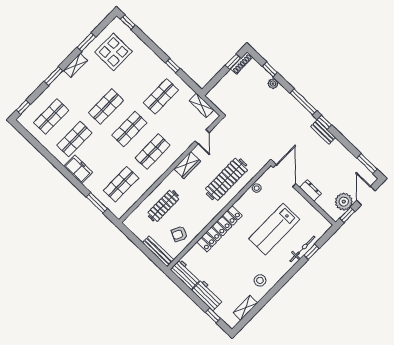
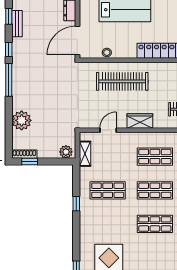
window: (270, 69) -> (9, 16), moved
plant: (273, 84) -> (22, 120), width x1.88, depth x1.88
plant: (215, 93) -> (66, 152), added
bench: (323, 132) -> (17, 24), moved

